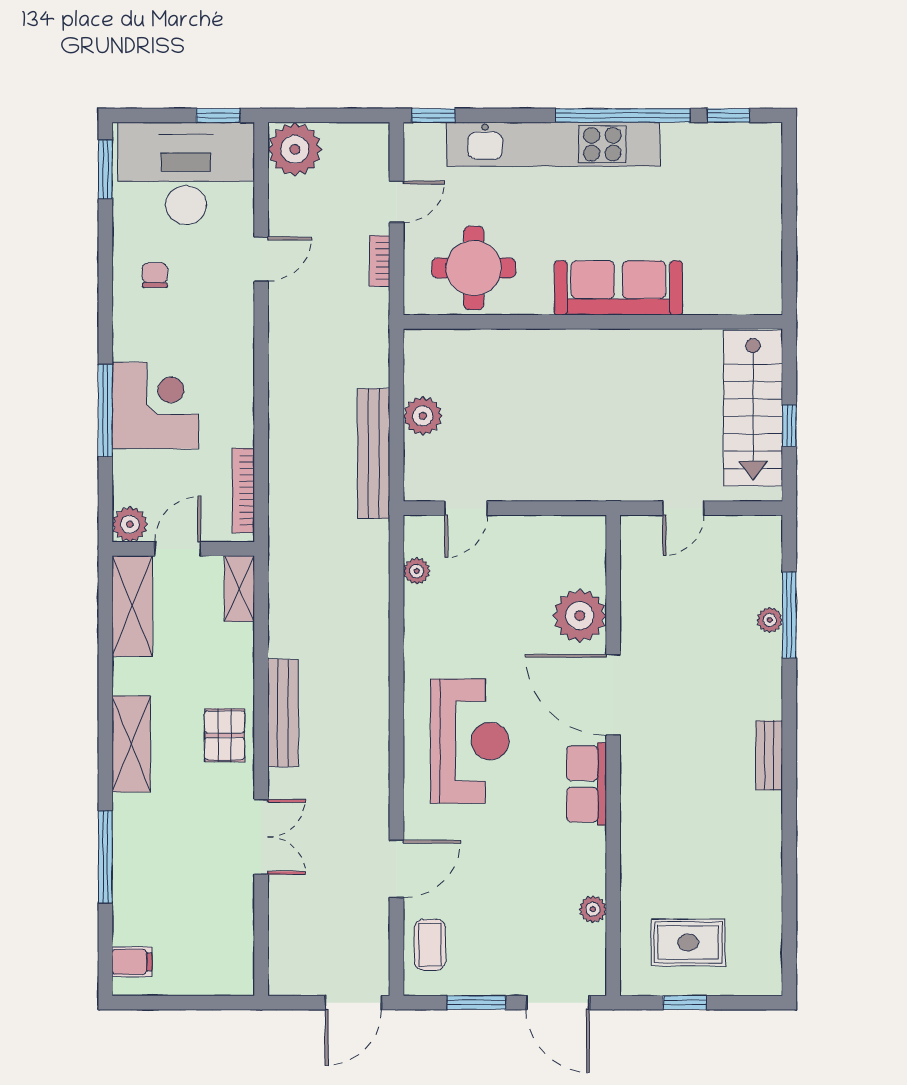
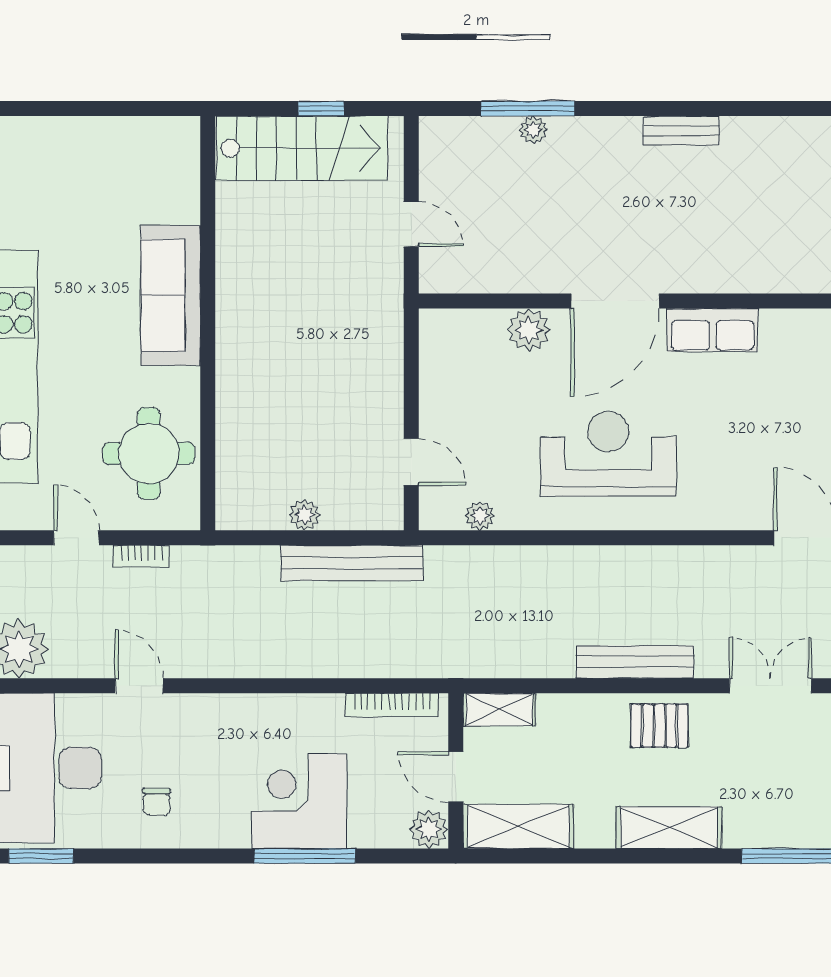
chair: (155, 275) -> (157, 802), turned -90
plant: (423, 416) -> (305, 515), width x0.73, depth x0.73
plant: (580, 616) -> (529, 330), width x0.73, depth x0.73
reception desk: (470, 741) -> (608, 454), moved

